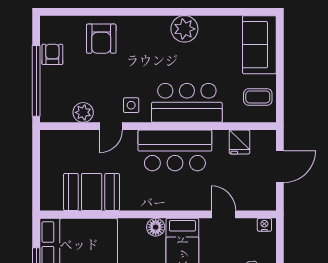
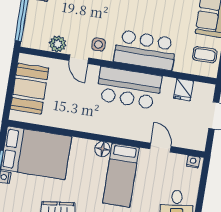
door: (111, 126) -> (79, 59), hinge flipped
booth: (92, 192) -> (29, 89), moved, turned 90

